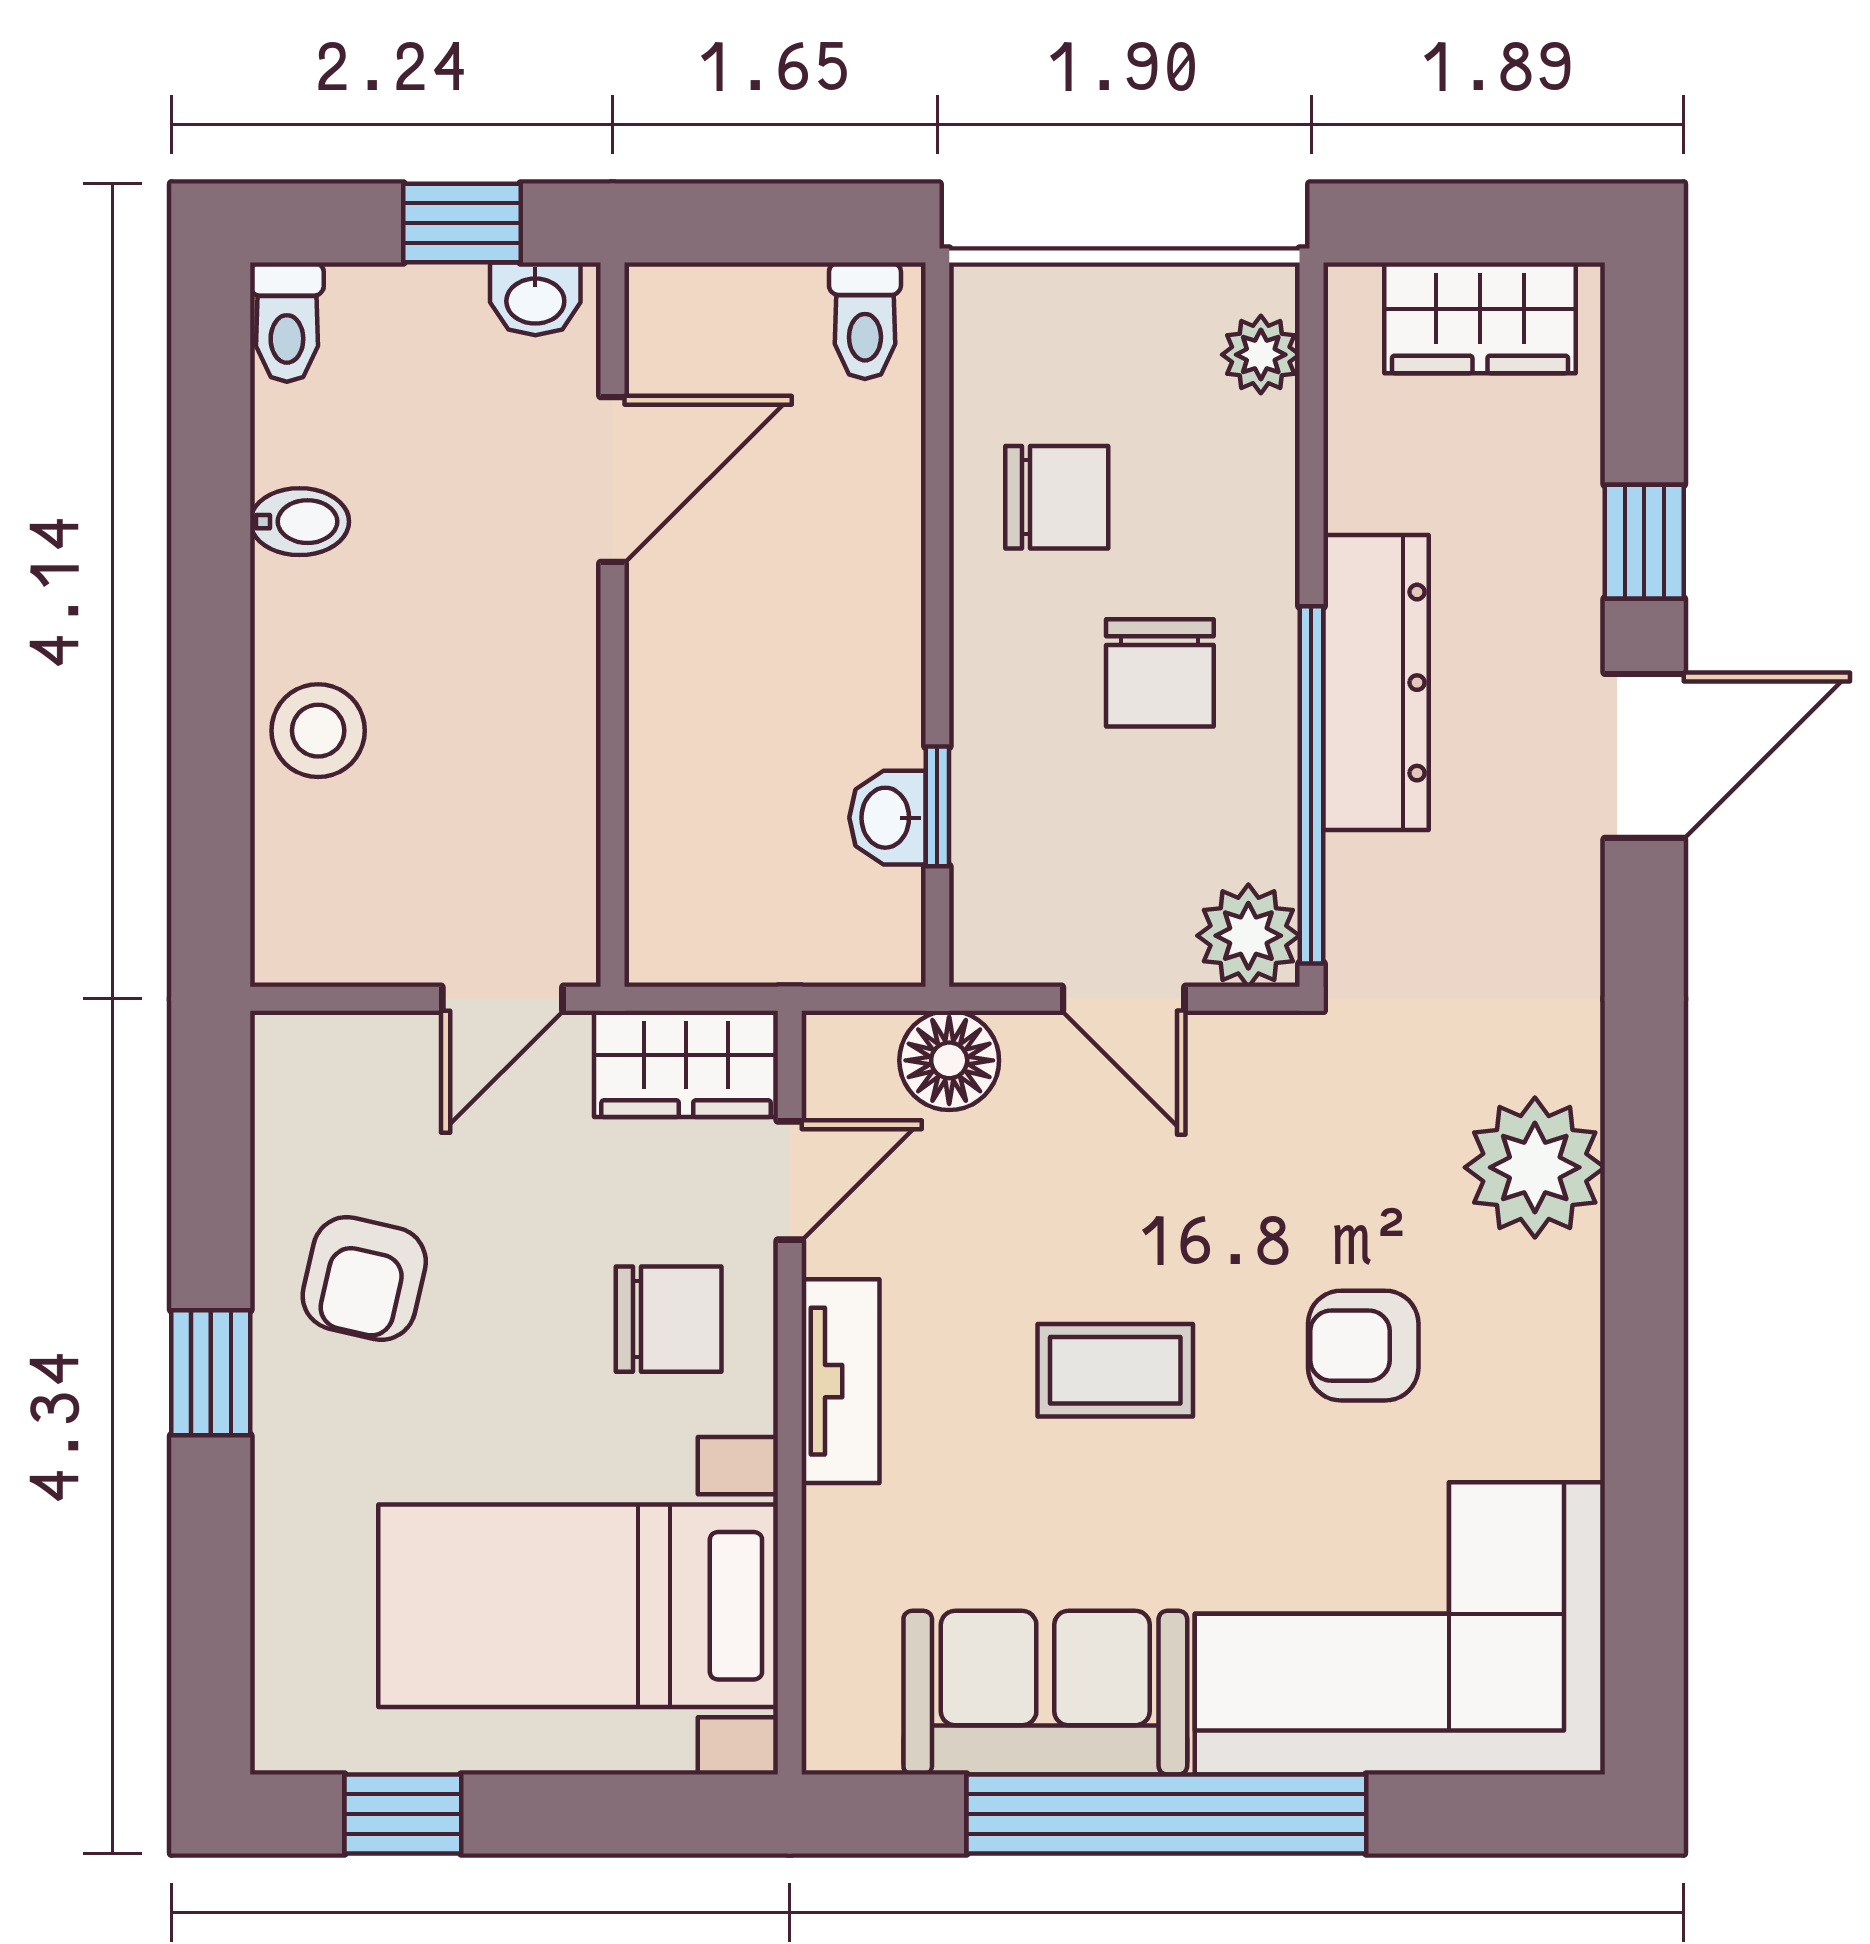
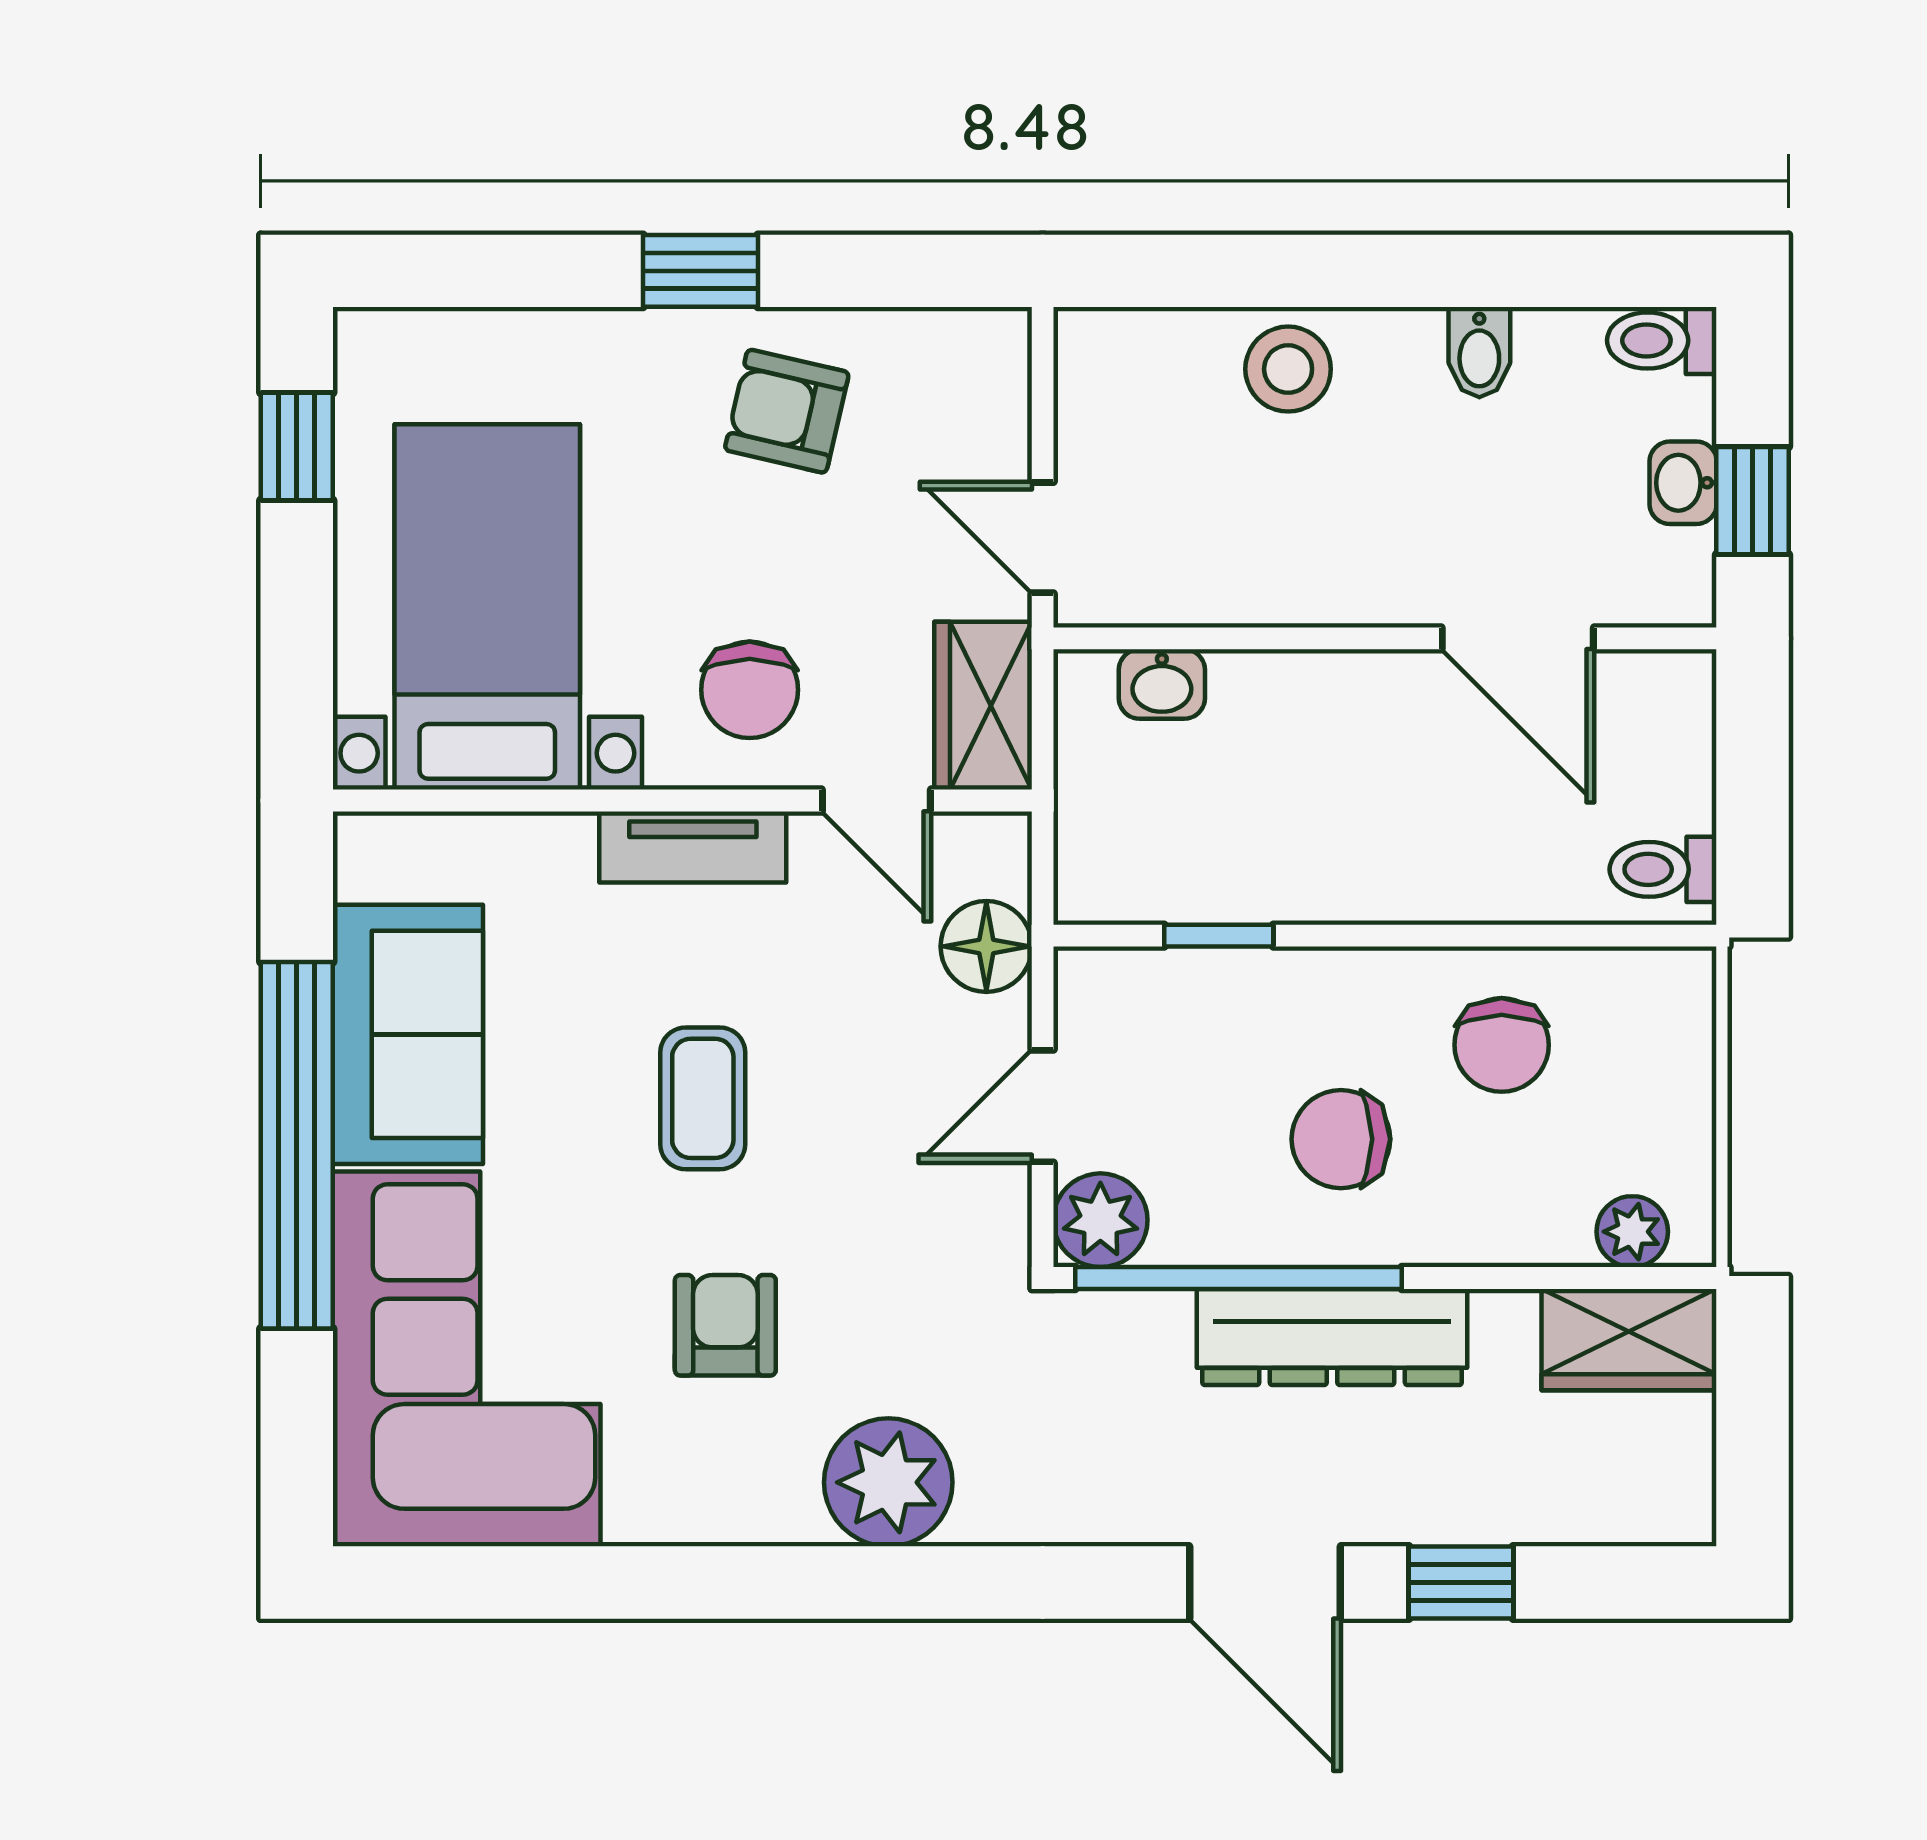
washbasin: (535, 299) -> (1683, 483), moved
wardrobe: (1480, 318) -> (1629, 1340), moved, turned -90
washbasin: (888, 818) -> (1162, 684), moved, turned 180

